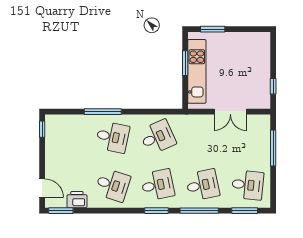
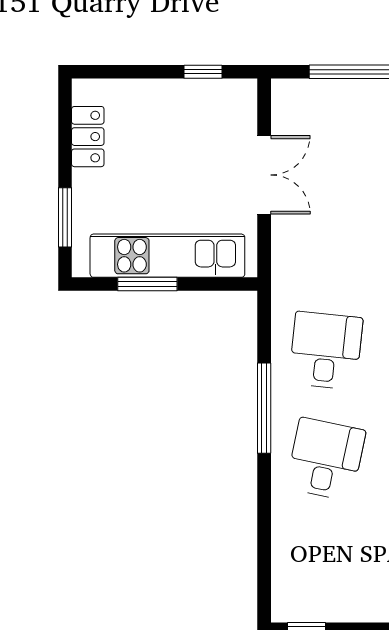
locker: (246, 38) -> (88, 137), added
window: (103, 112) -> (264, 408), moved
desk: (158, 137) -> (326, 350), turned 30

